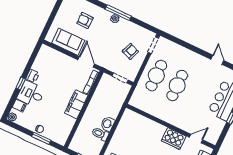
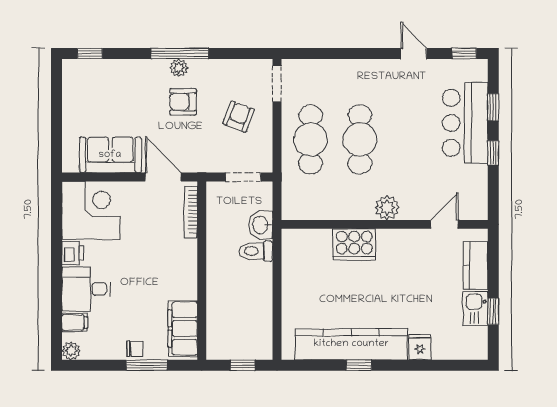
armchair: (85, 20) -> (183, 102), moved
corner desk: (49, 61) -> (91, 210), added
window: (21, 83) -> (57, 278), removed
filing cabinet: (76, 104) -> (183, 329), moved
plant: (175, 120) -> (387, 208), added
washbasin: (108, 124) -> (261, 225), moved
toilet: (100, 134) -> (256, 251), moved
cooker: (174, 138) -> (354, 244), moved

